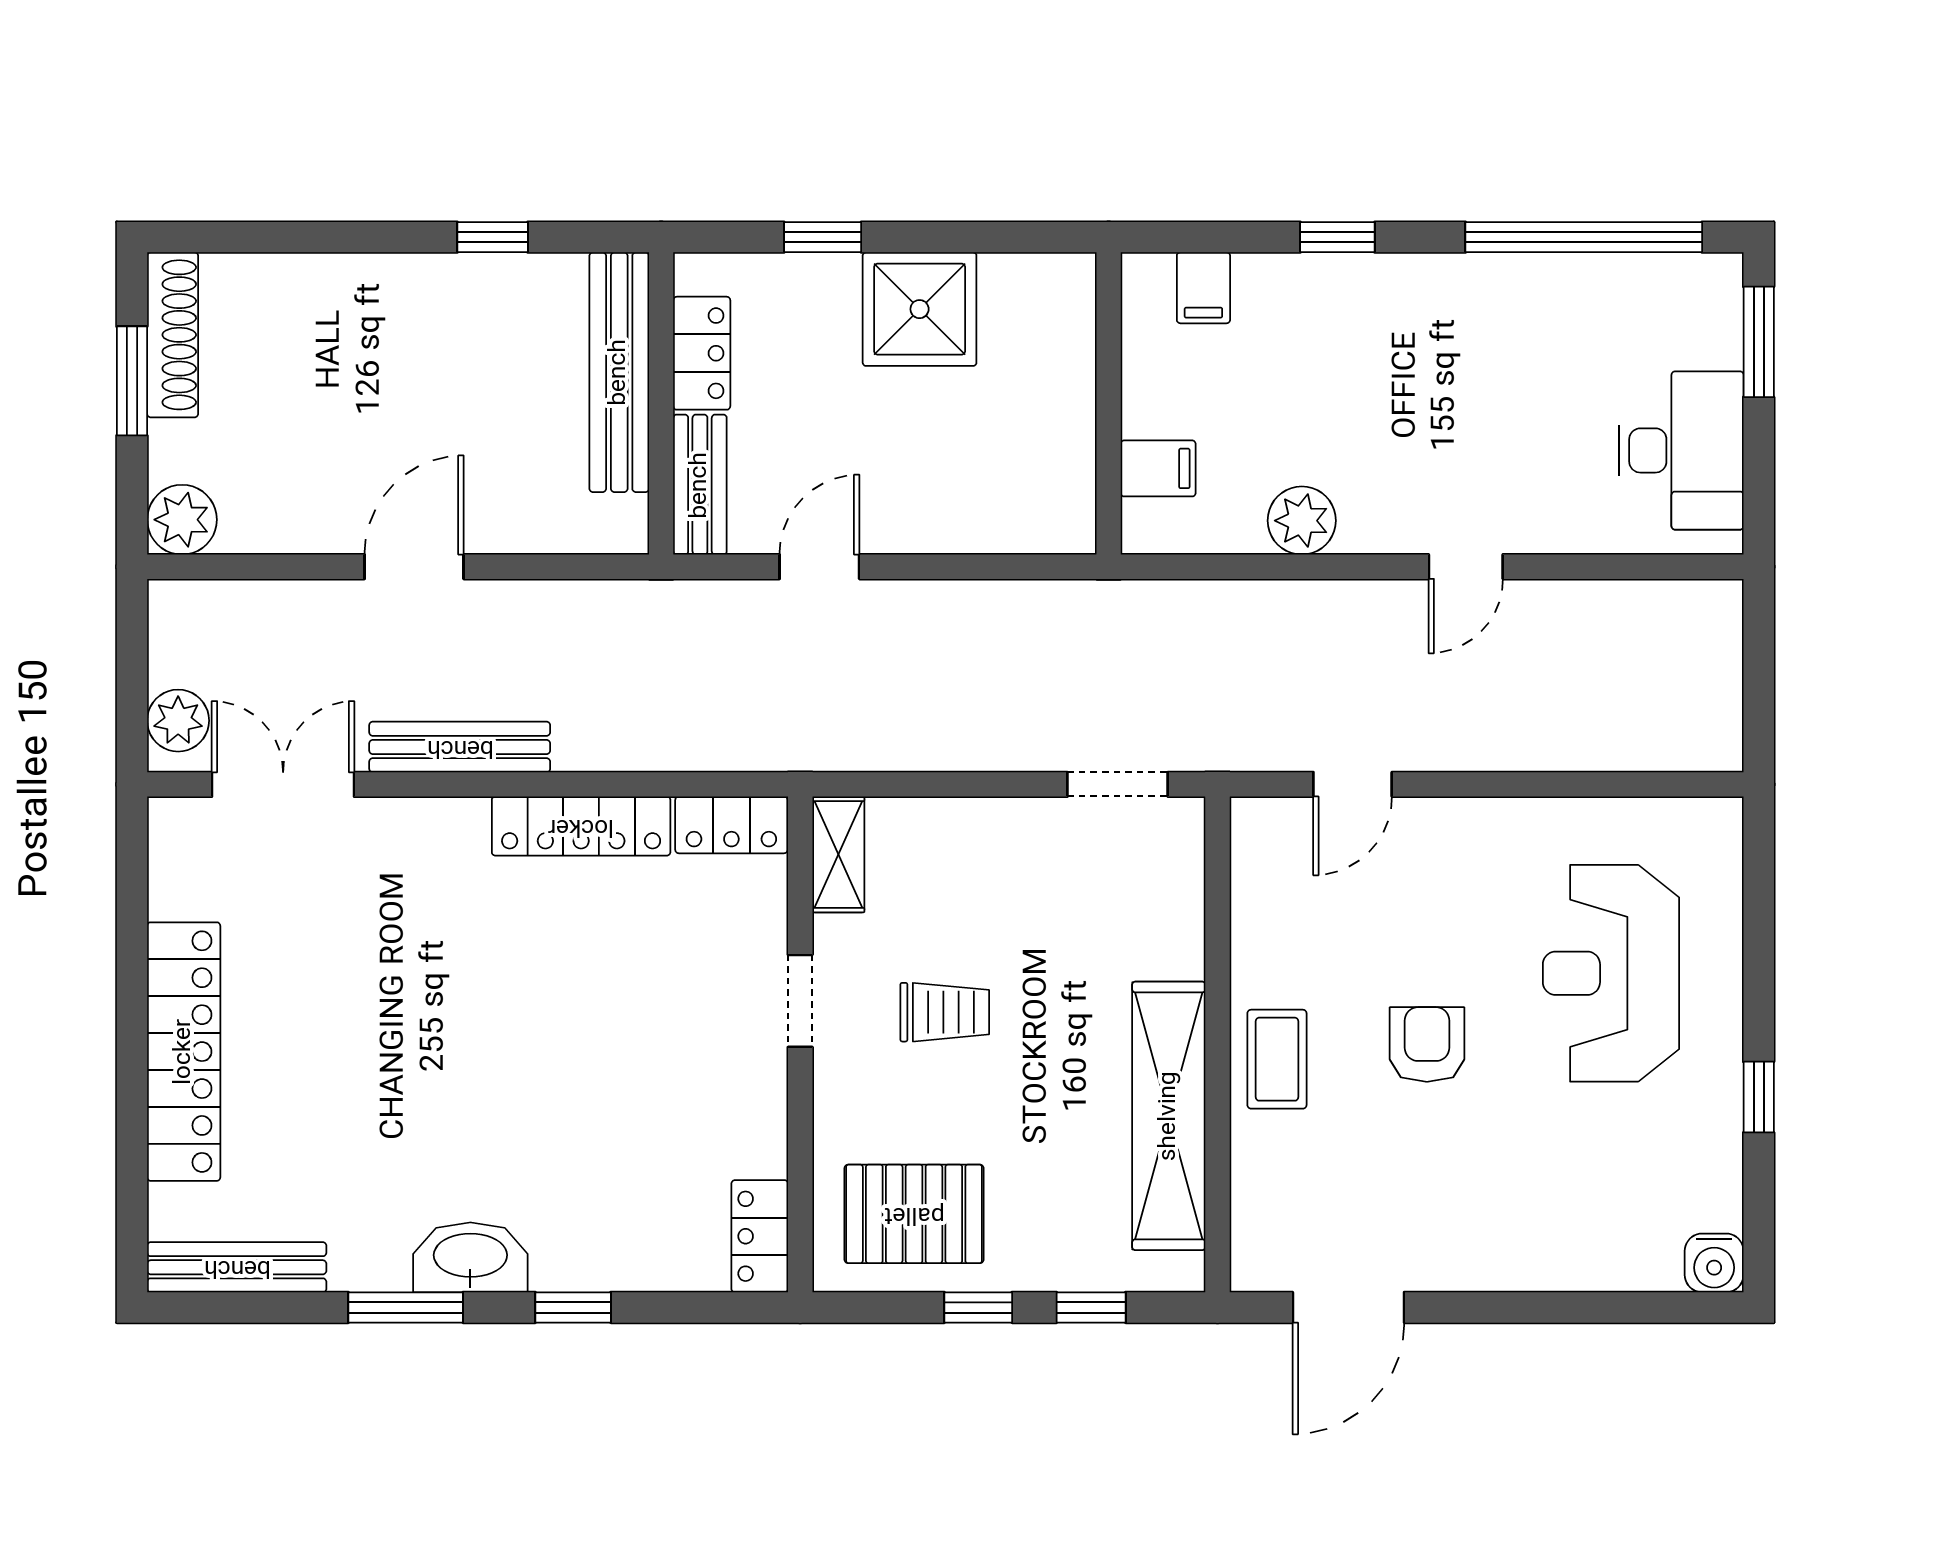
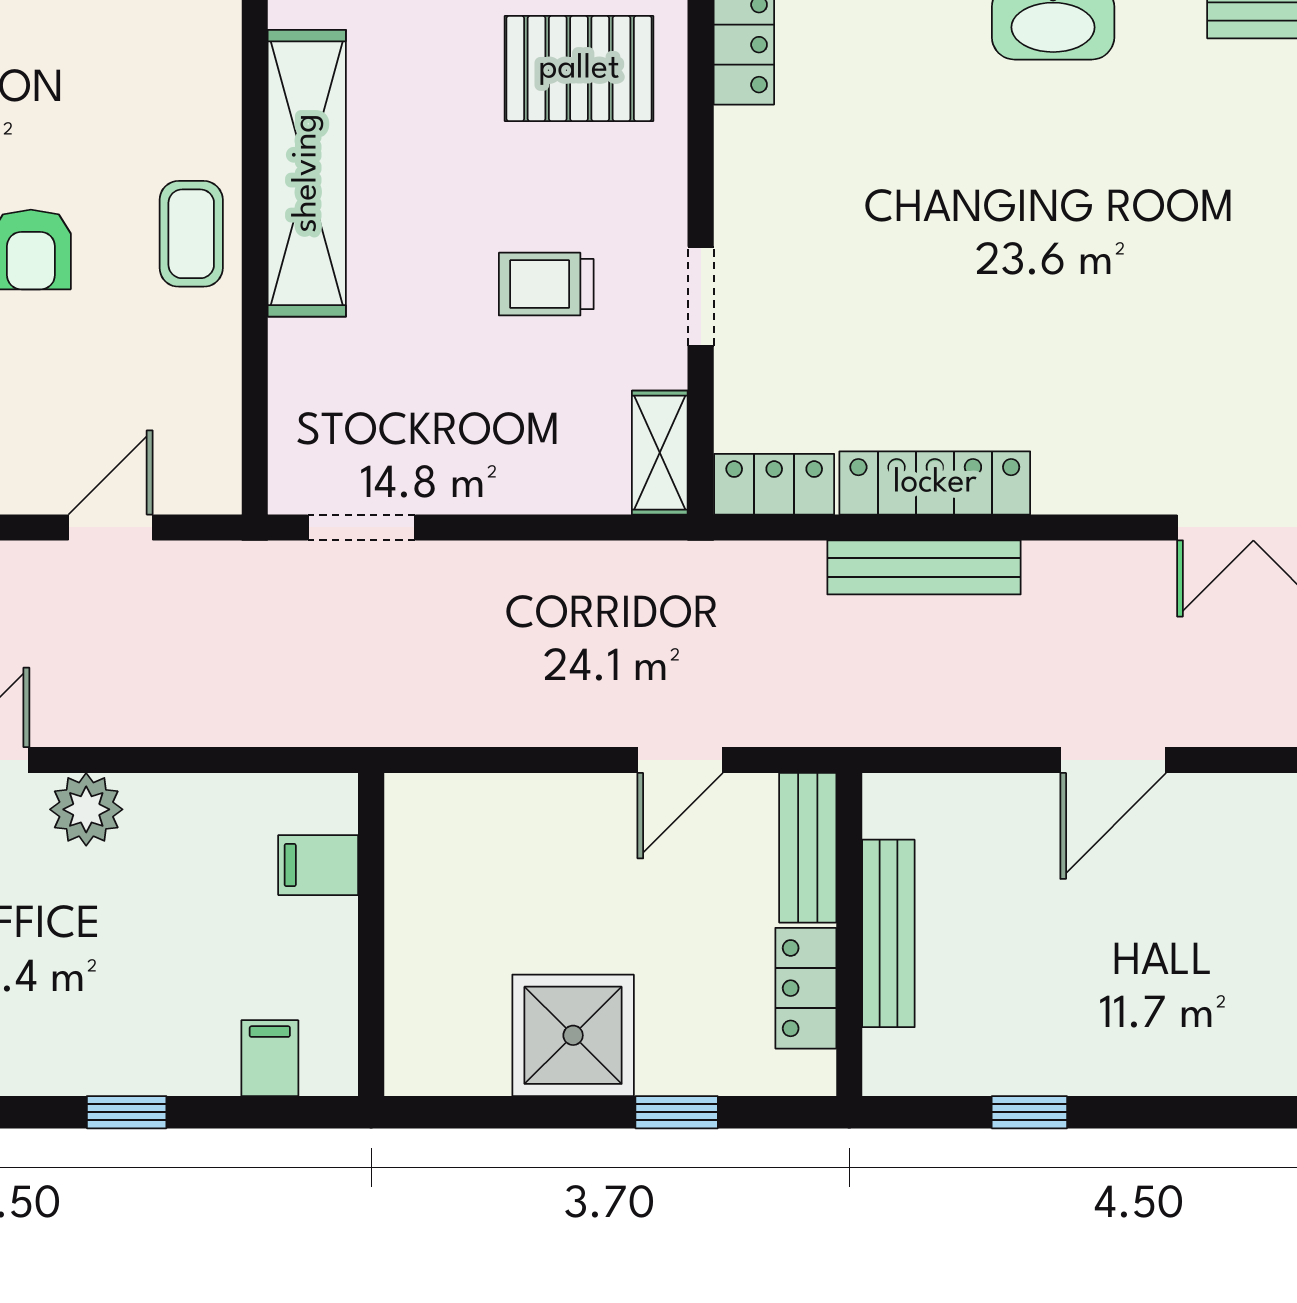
bench: (619, 372) -> (888, 933), width x0.73, depth x0.82
plant: (1302, 521) -> (86, 809), moved
bench: (460, 747) -> (924, 567), moved

